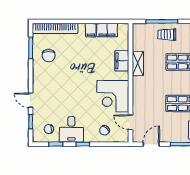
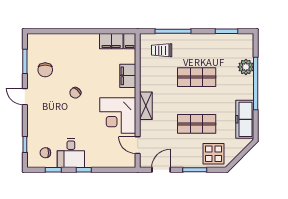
bookcase: (55, 28) -> (53, 39), removed
filing cabinet: (91, 30) -> (130, 41), moved
trolley: (167, 35) -> (162, 50), moved
shelving: (138, 64) -> (146, 106), moved
door: (31, 100) -> (25, 97), moved
chair: (105, 130) -> (75, 93), moved

